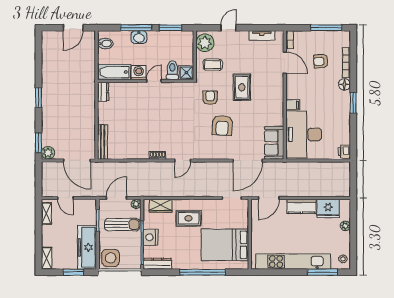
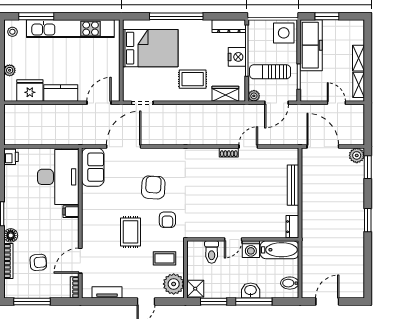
door: (285, 63) -> (80, 261), hinge flipped
shower: (186, 73) -> (195, 289), moved
bench: (102, 142) -> (293, 185), moved
door: (183, 160) -> (248, 147), moved
shelving: (47, 258) -> (358, 58), moved

